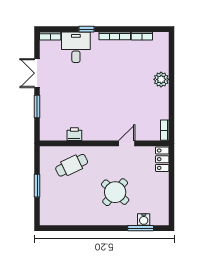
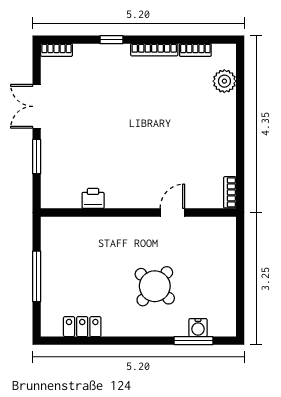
desk: (76, 47) -> (96, 67), removed
plant: (161, 79) -> (224, 81), moved
locker: (162, 159) -> (82, 327), moved, turned 90
cafe table: (72, 165) -> (89, 246), removed
window: (37, 186) -> (37, 276), width x1.44

